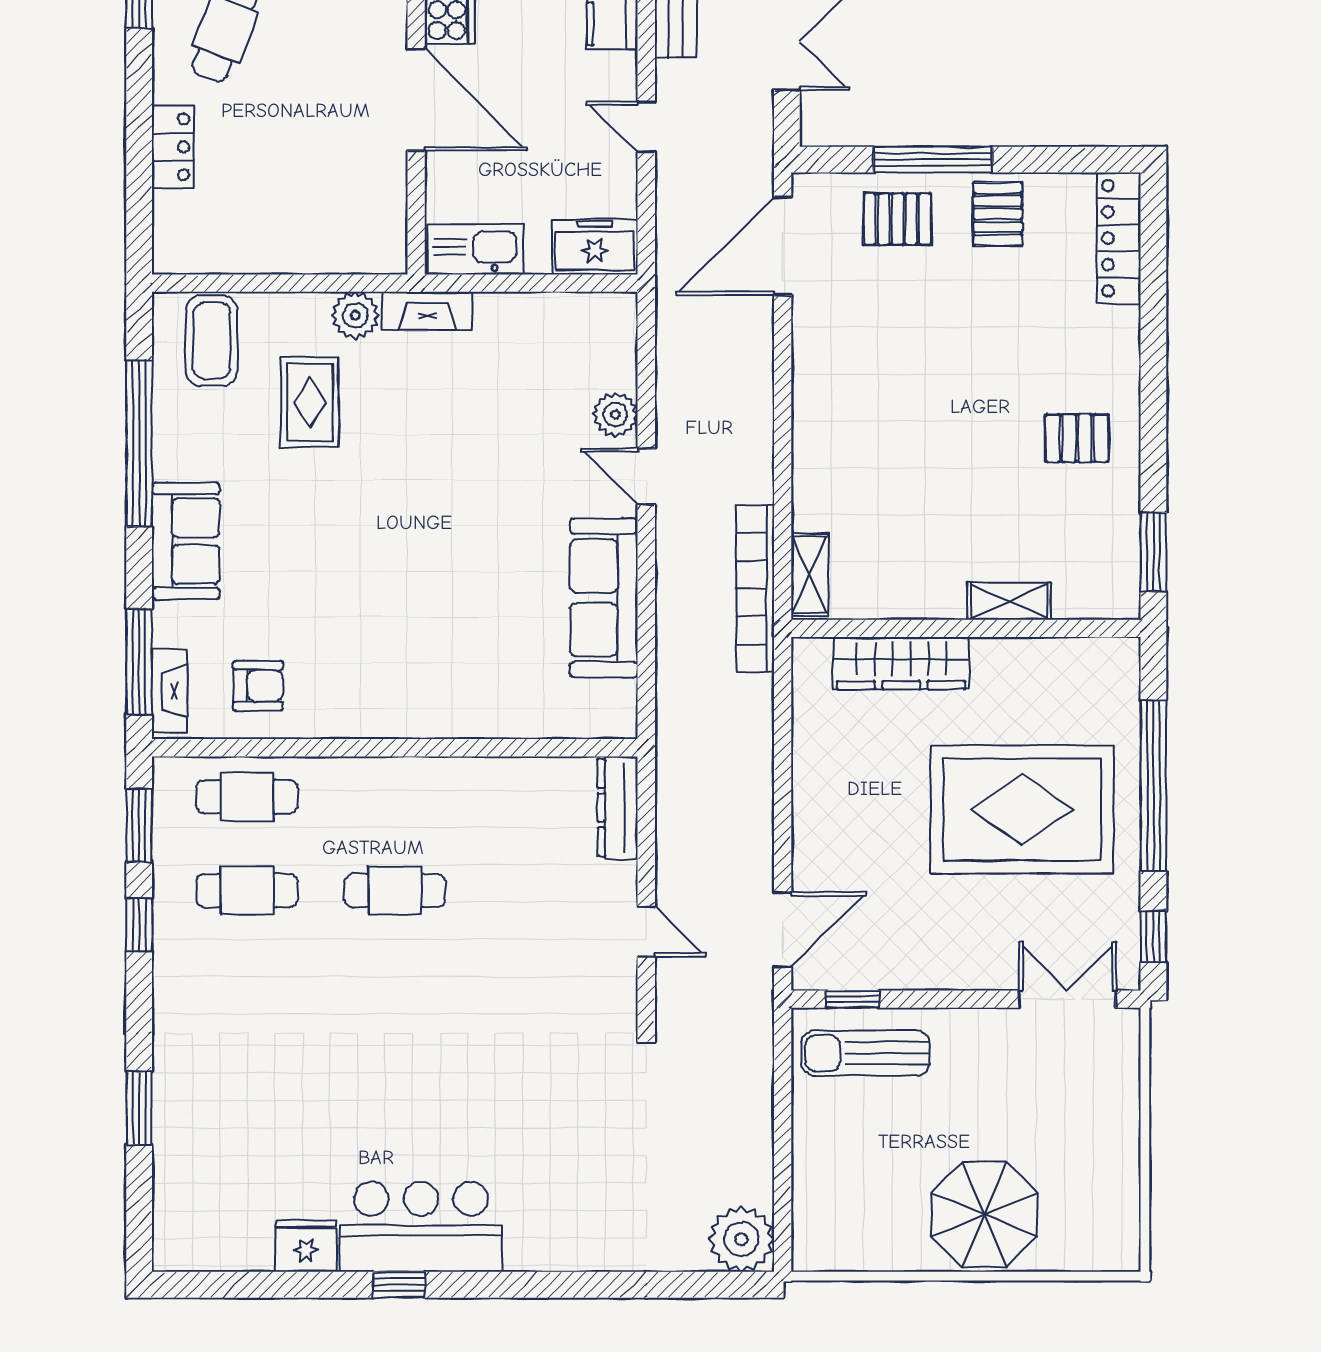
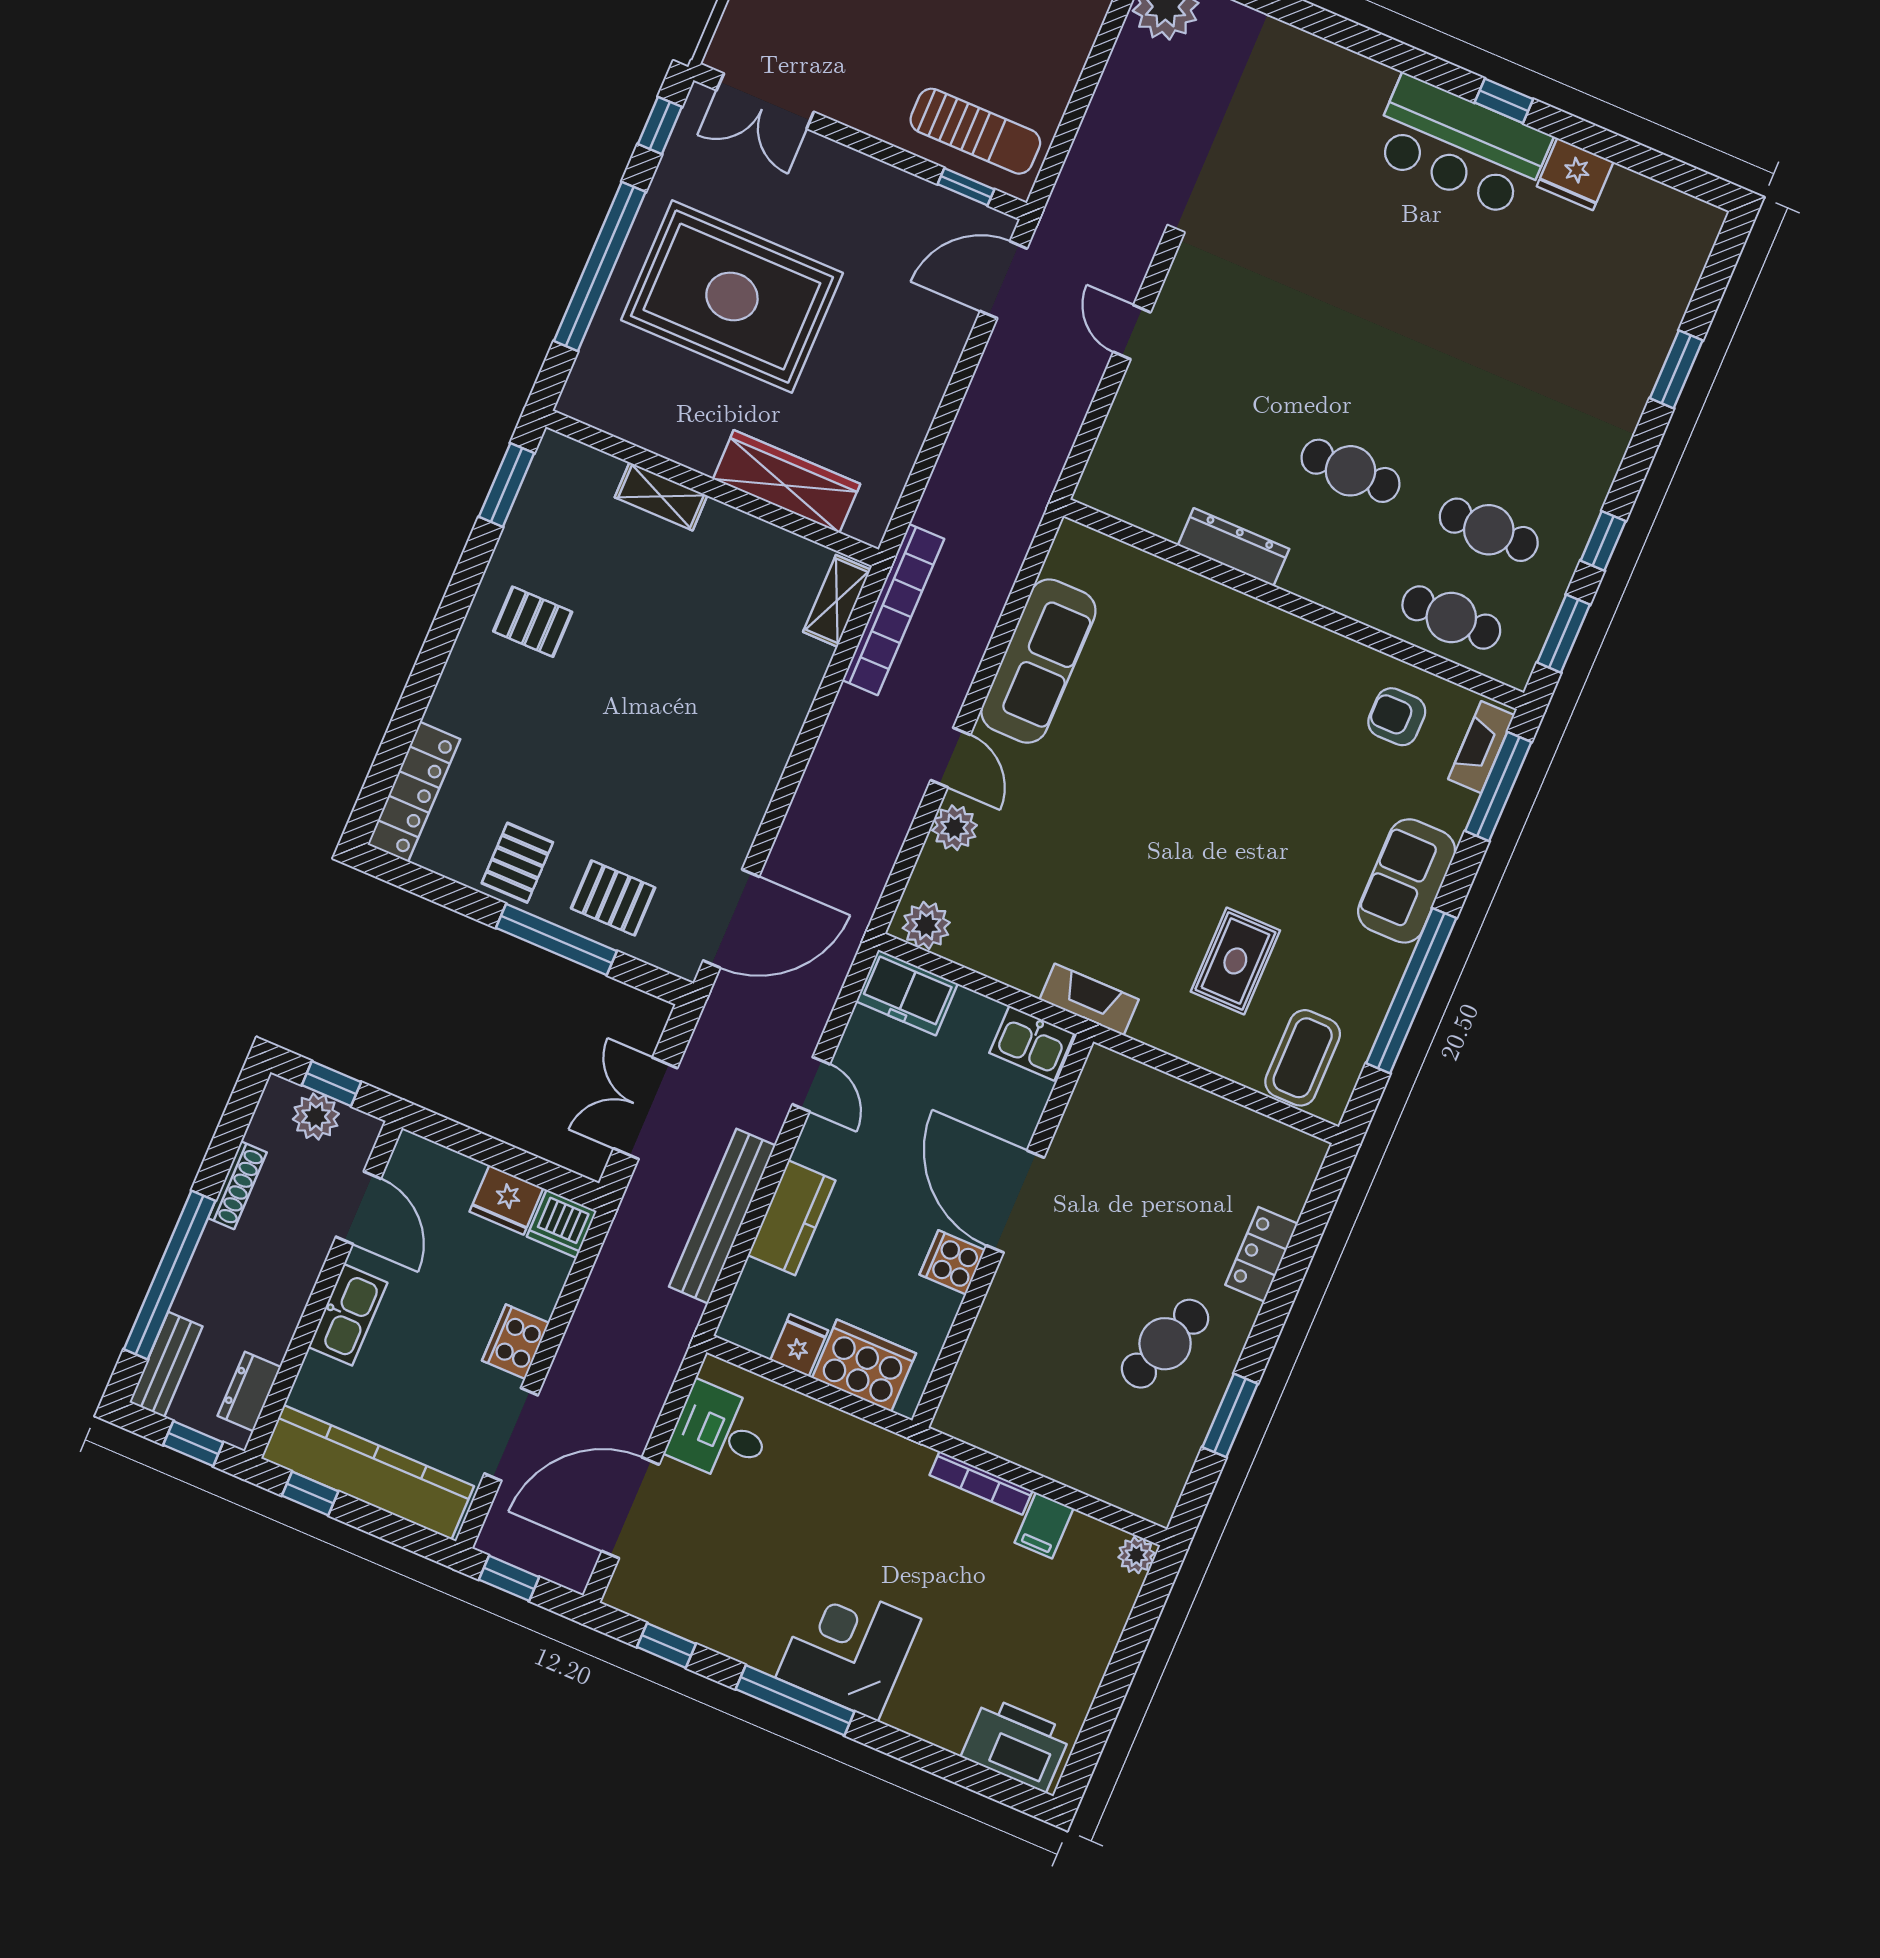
kitchen sink: (475, 249) -> (1032, 1043), width x0.73
plant: (355, 315) -> (926, 925), moved
dresser: (618, 808) -> (1234, 547), moved, turned -90

